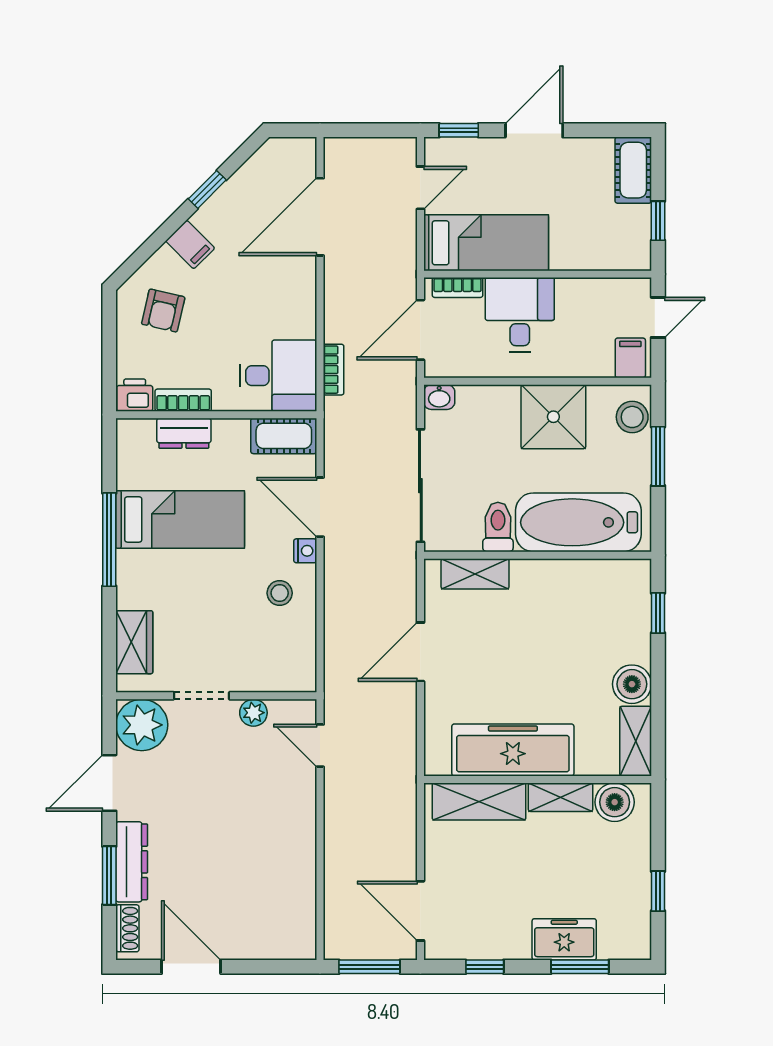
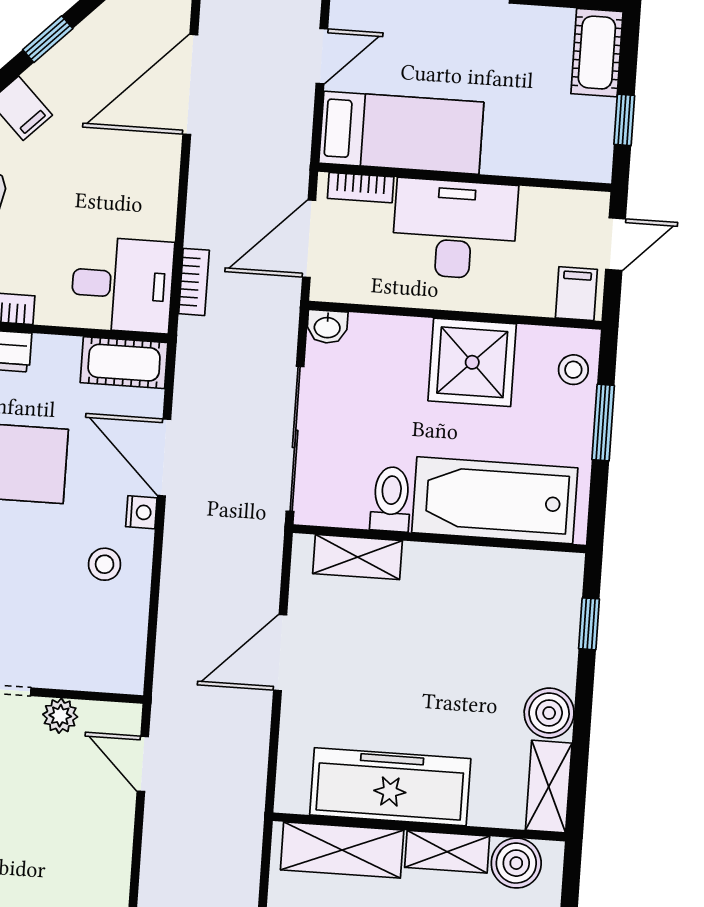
desk: (520, 315) -> (455, 229), width x1.37
stool: (632, 417) -> (573, 370), width x0.73, depth x0.73

